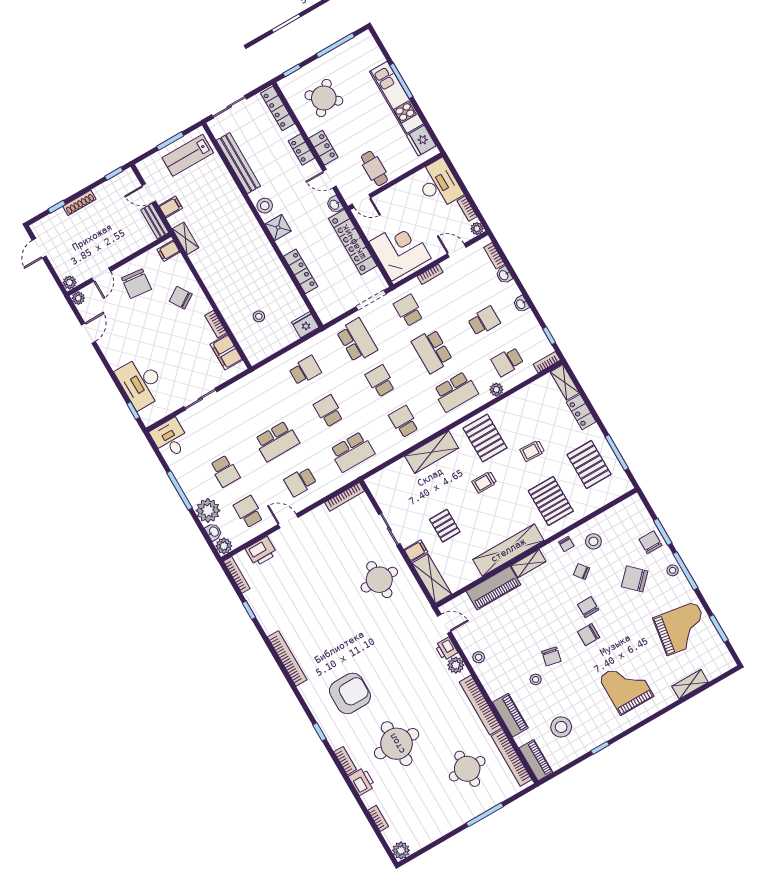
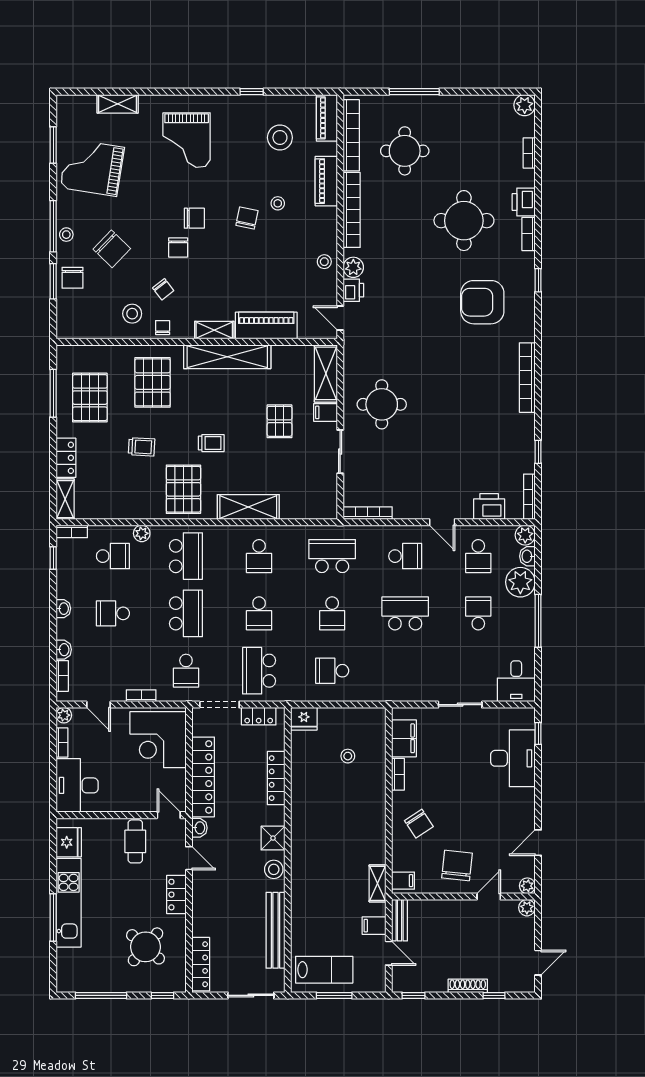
locker: (302, 150) -> (259, 716), moved, turned 90
school desk: (456, 392) -> (186, 556), turned 90

